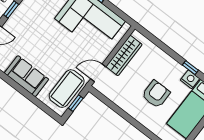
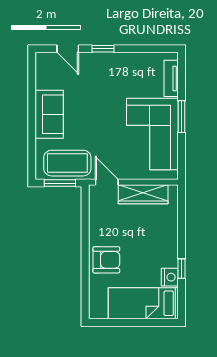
armchair: (156, 94) -> (106, 260), moved
window: (76, 103) -> (60, 183), width x1.50

